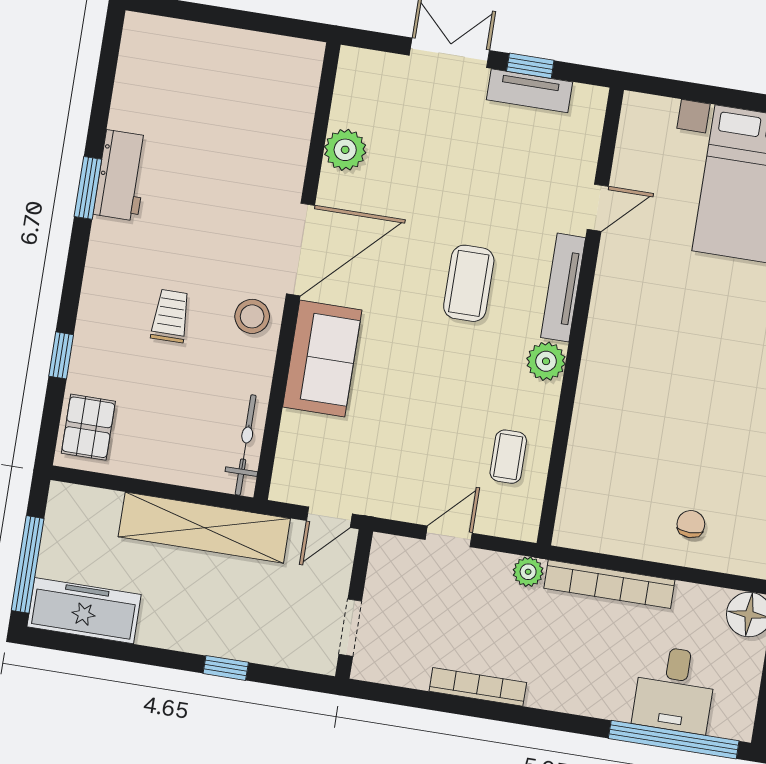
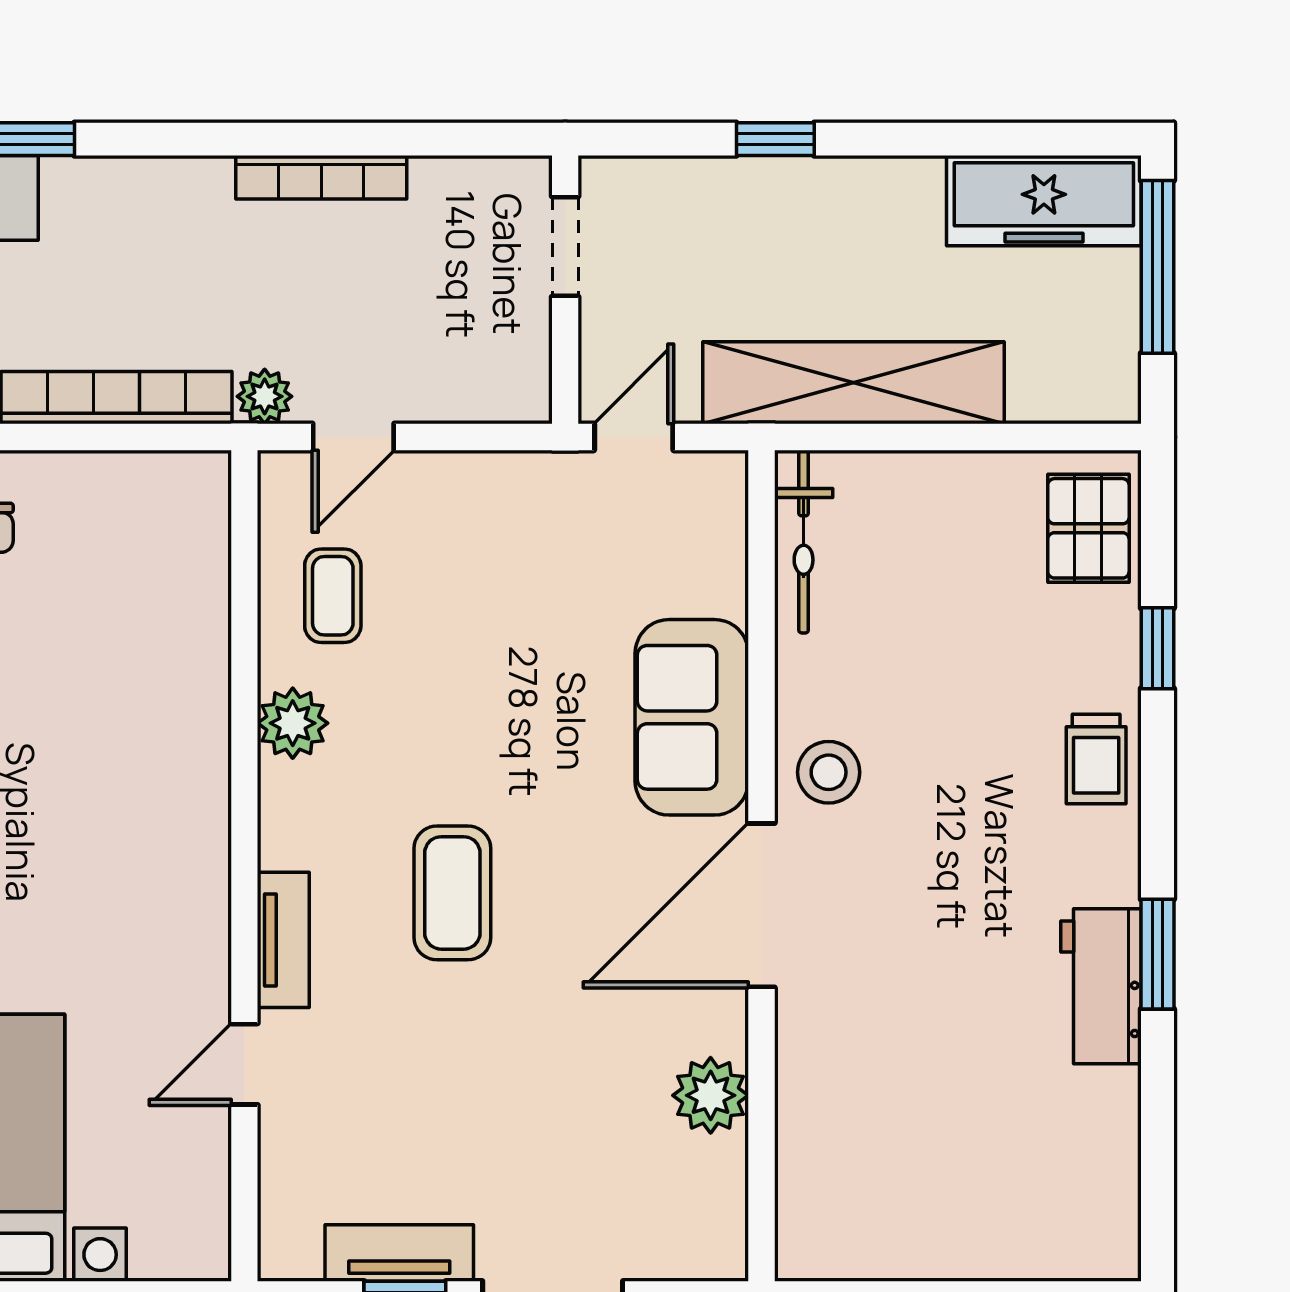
tv unit: (563, 288) -> (283, 940), width x0.71
trolley: (171, 316) -> (1096, 759), moved
plant: (546, 361) -> (293, 723), moved
door: (449, 536) -> (353, 437), moved

